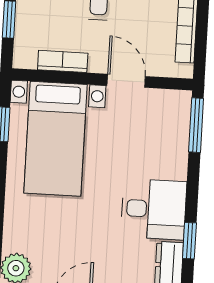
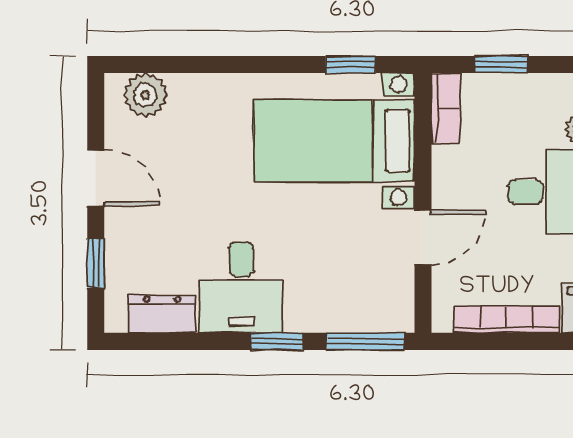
bookcase: (63, 61) -> (446, 108), moved
window: (189, 241) -> (277, 341), moved

